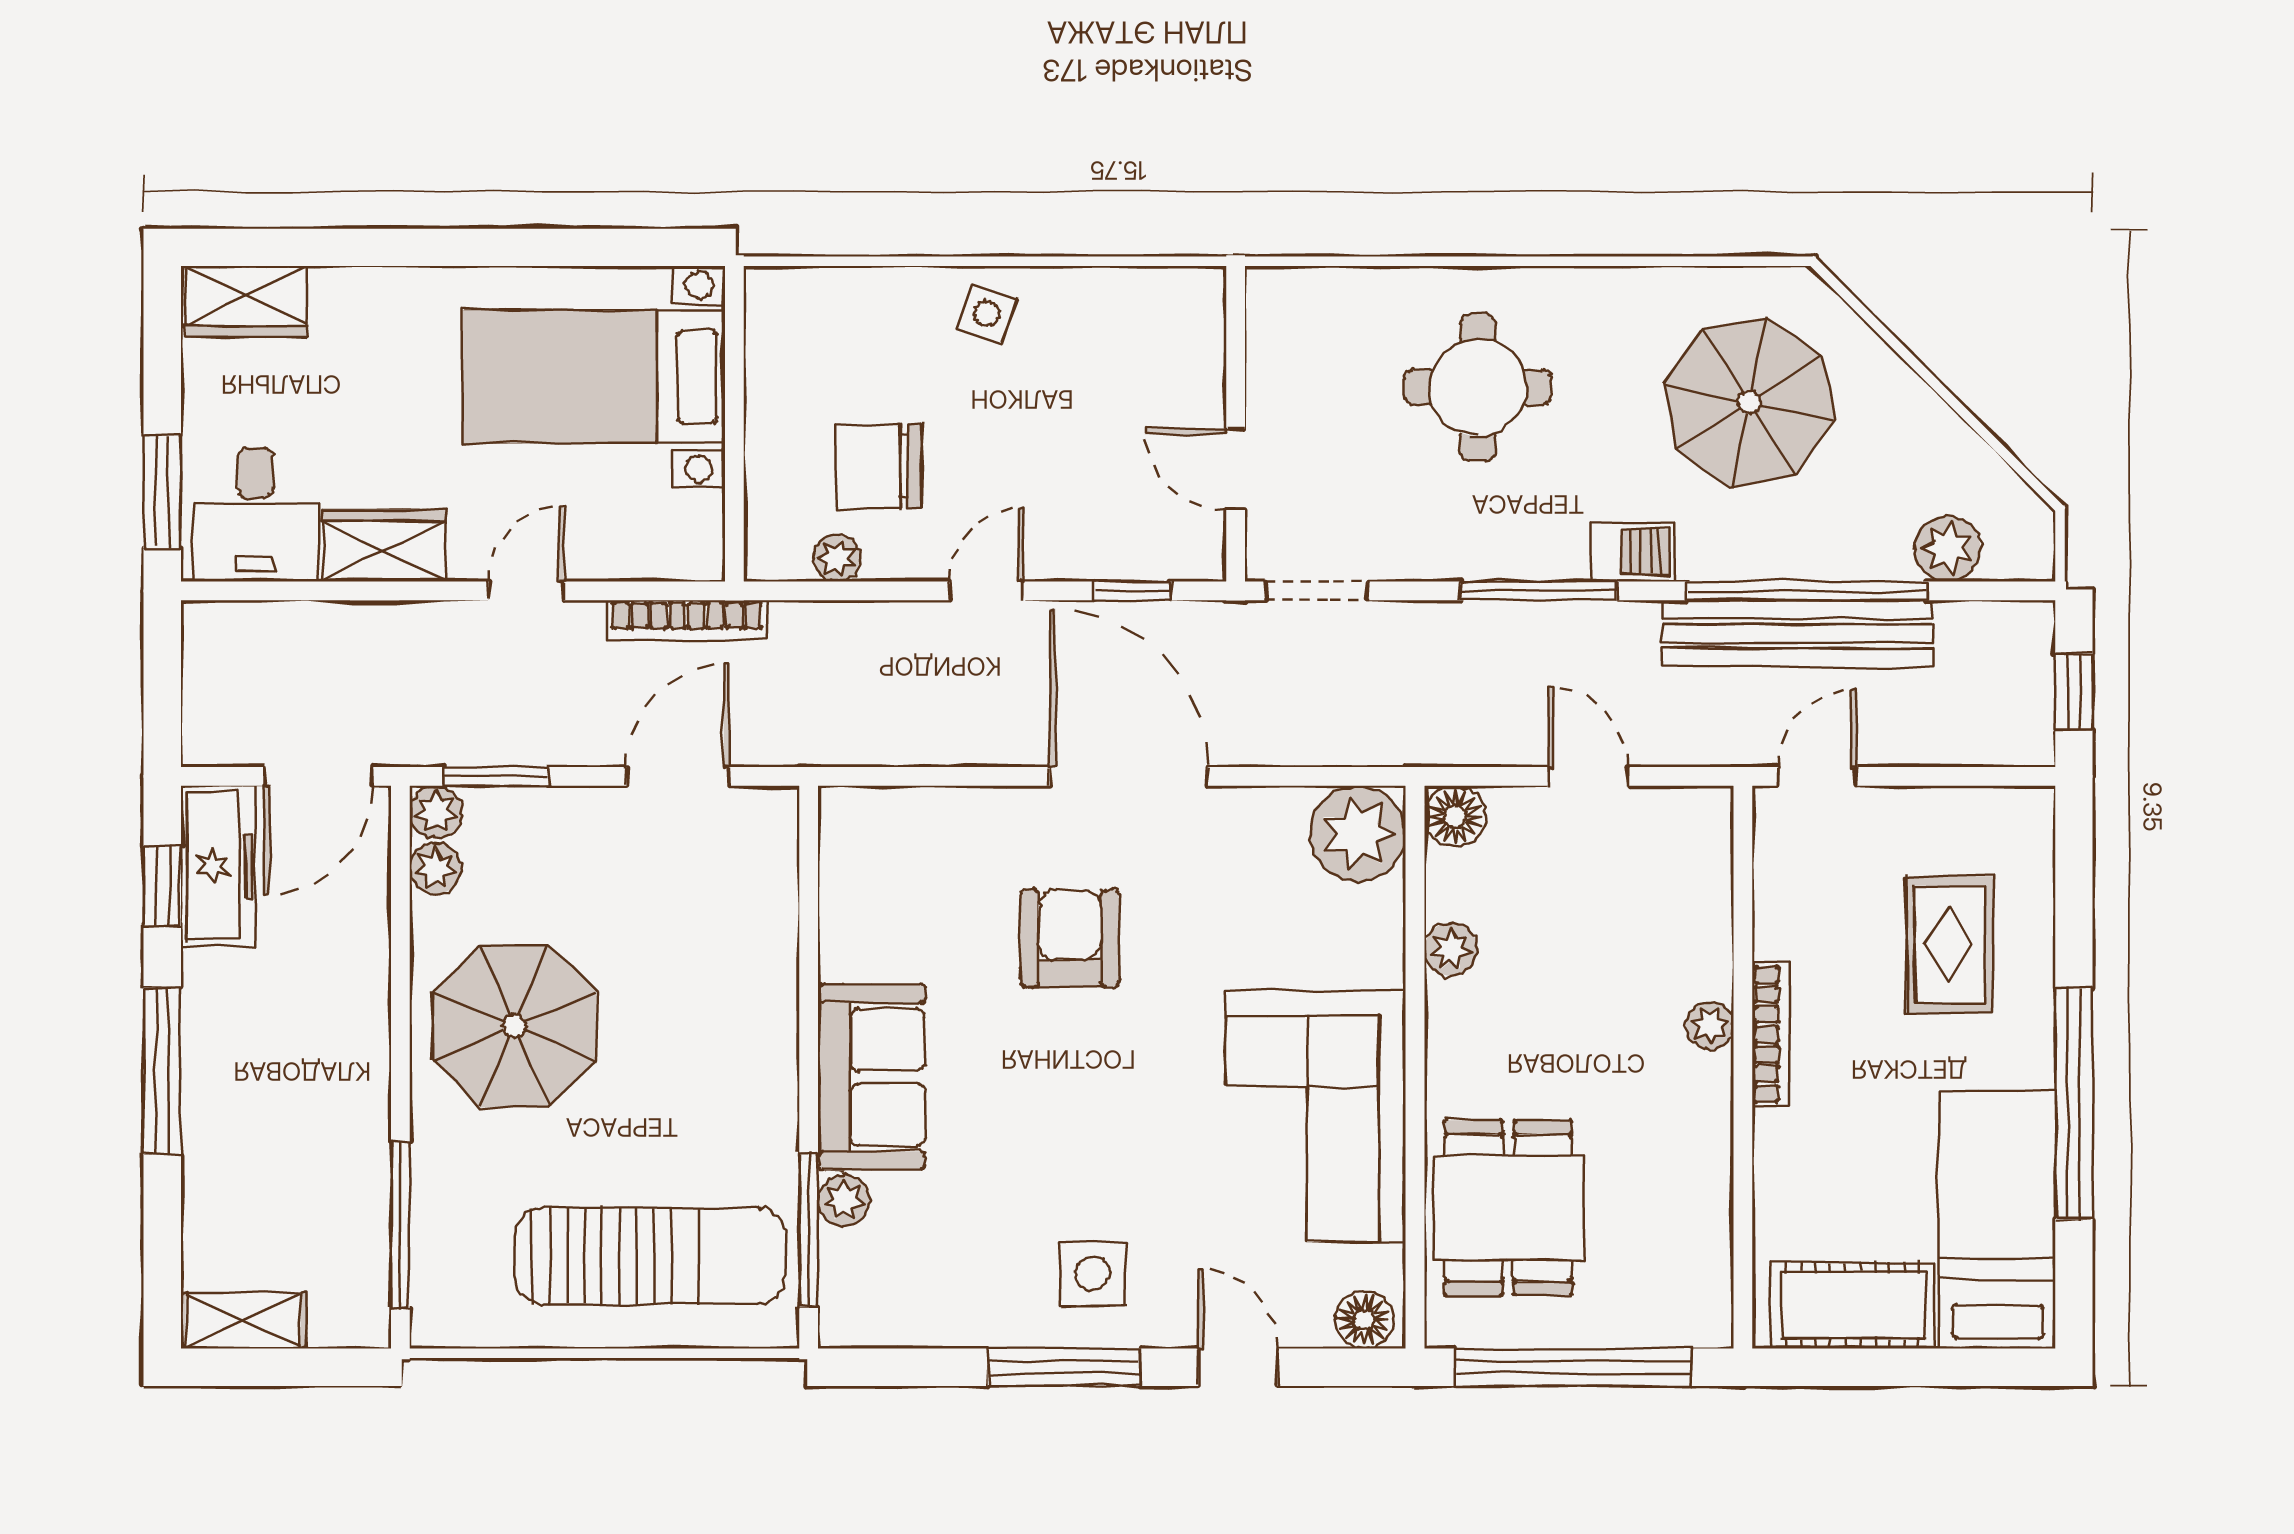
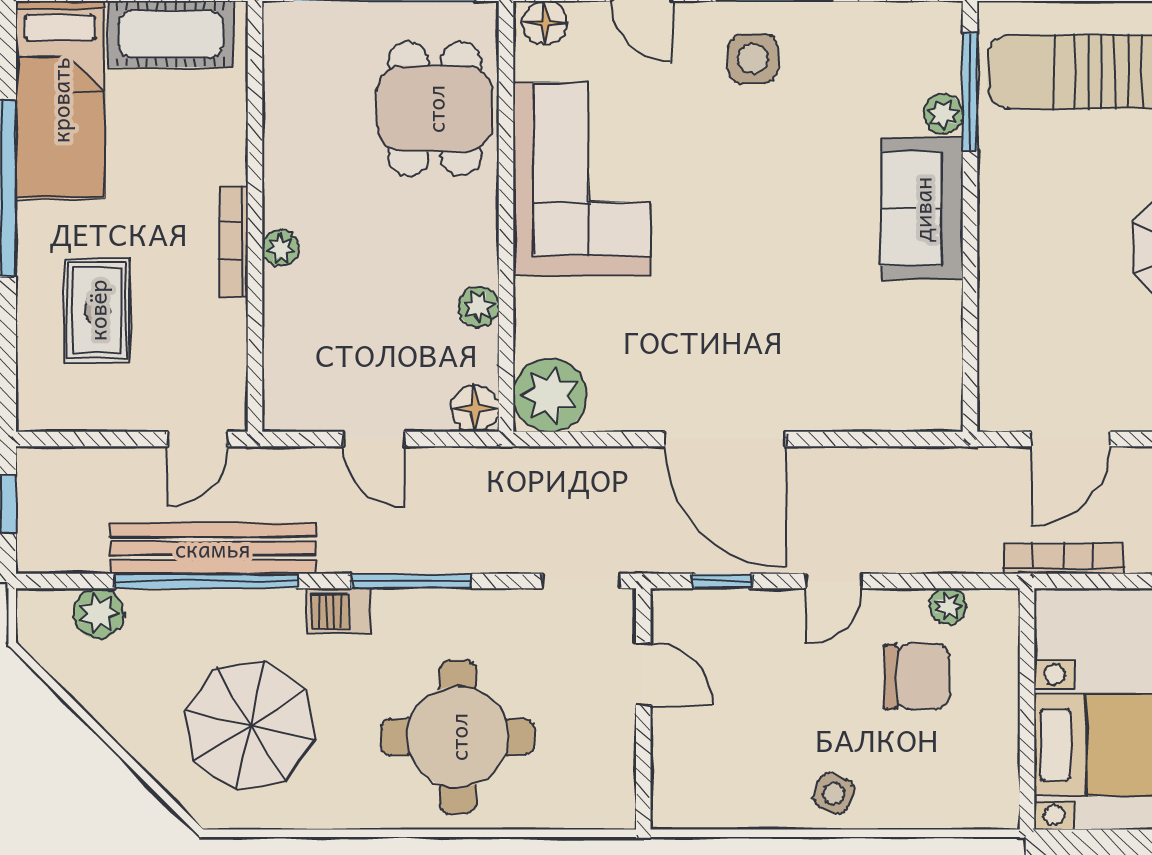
round table: (1478, 387) -> (458, 737), width x1.36, depth x1.36
armchair: (1070, 938) -> (770, 315), removed

